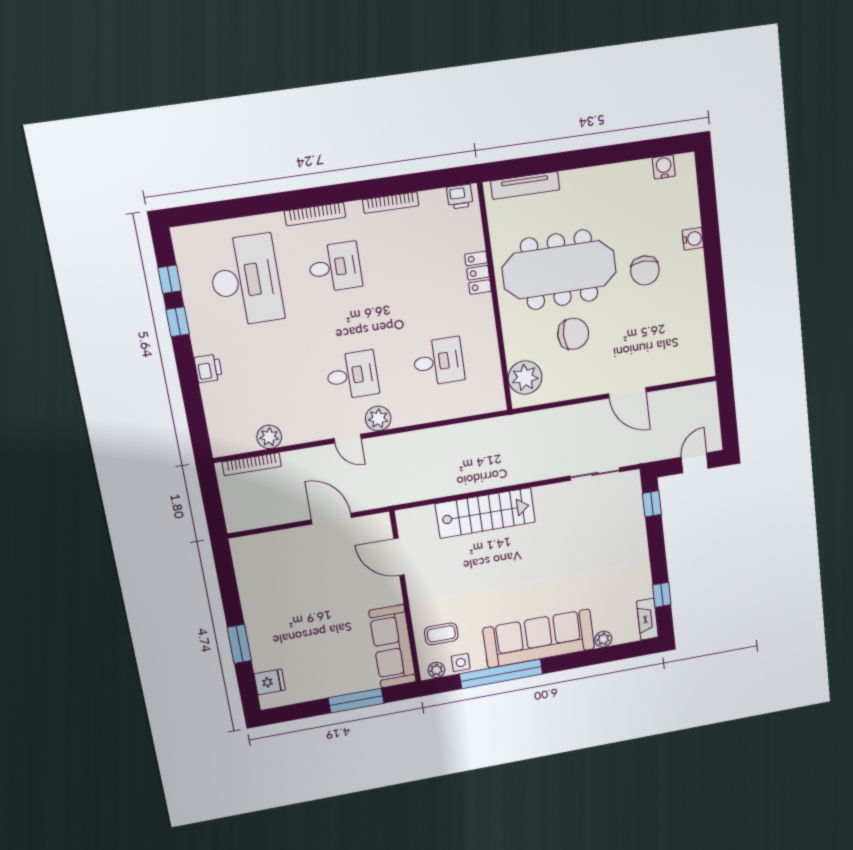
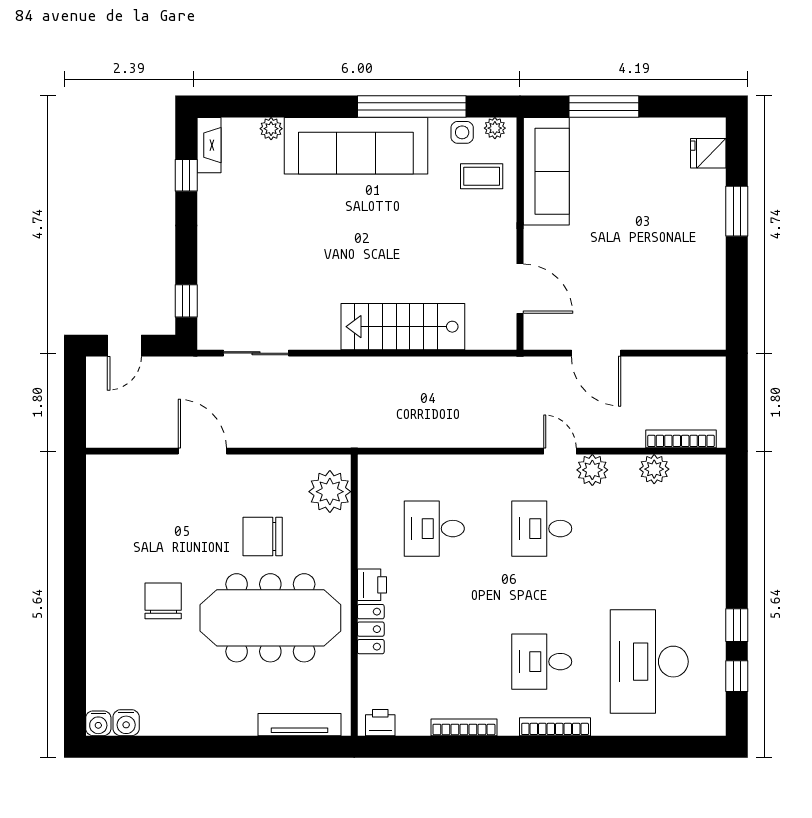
water cooler: (693, 239) -> (98, 723), moved, turned -90
printer: (208, 368) -> (372, 585), moved, turned 180
plant: (378, 418) -> (592, 470), moved

